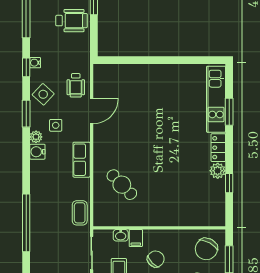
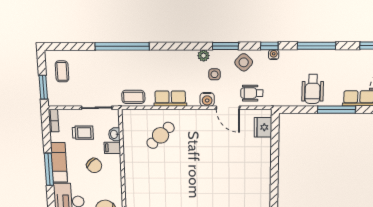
fridge: (113, 73) -> (263, 127), added
water cooler: (37, 152) -> (207, 99), moved, turned 180
row of seats: (82, 160) -> (170, 99), moved

